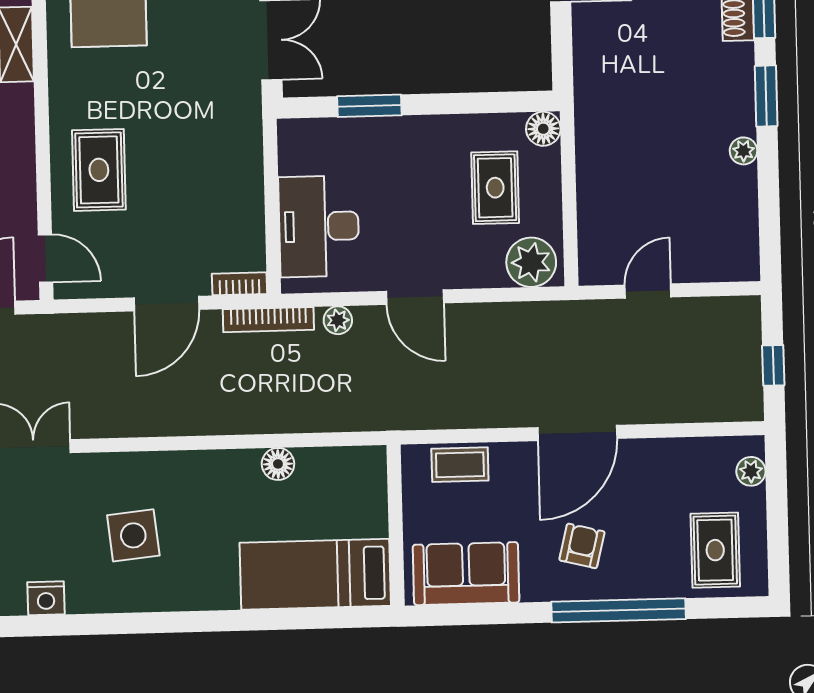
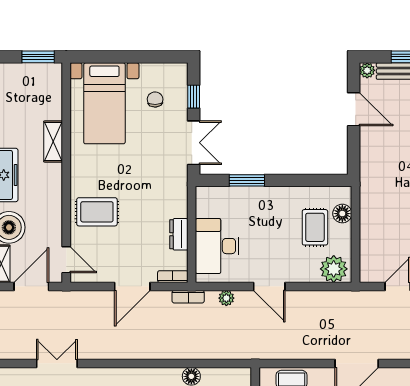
floor lamp: (543, 129) -> (342, 214), moved
rug: (99, 170) -> (97, 212), turned 90
dresser: (248, 207) -> (179, 234), added
bookcase: (268, 320) -> (188, 297), width x0.64

